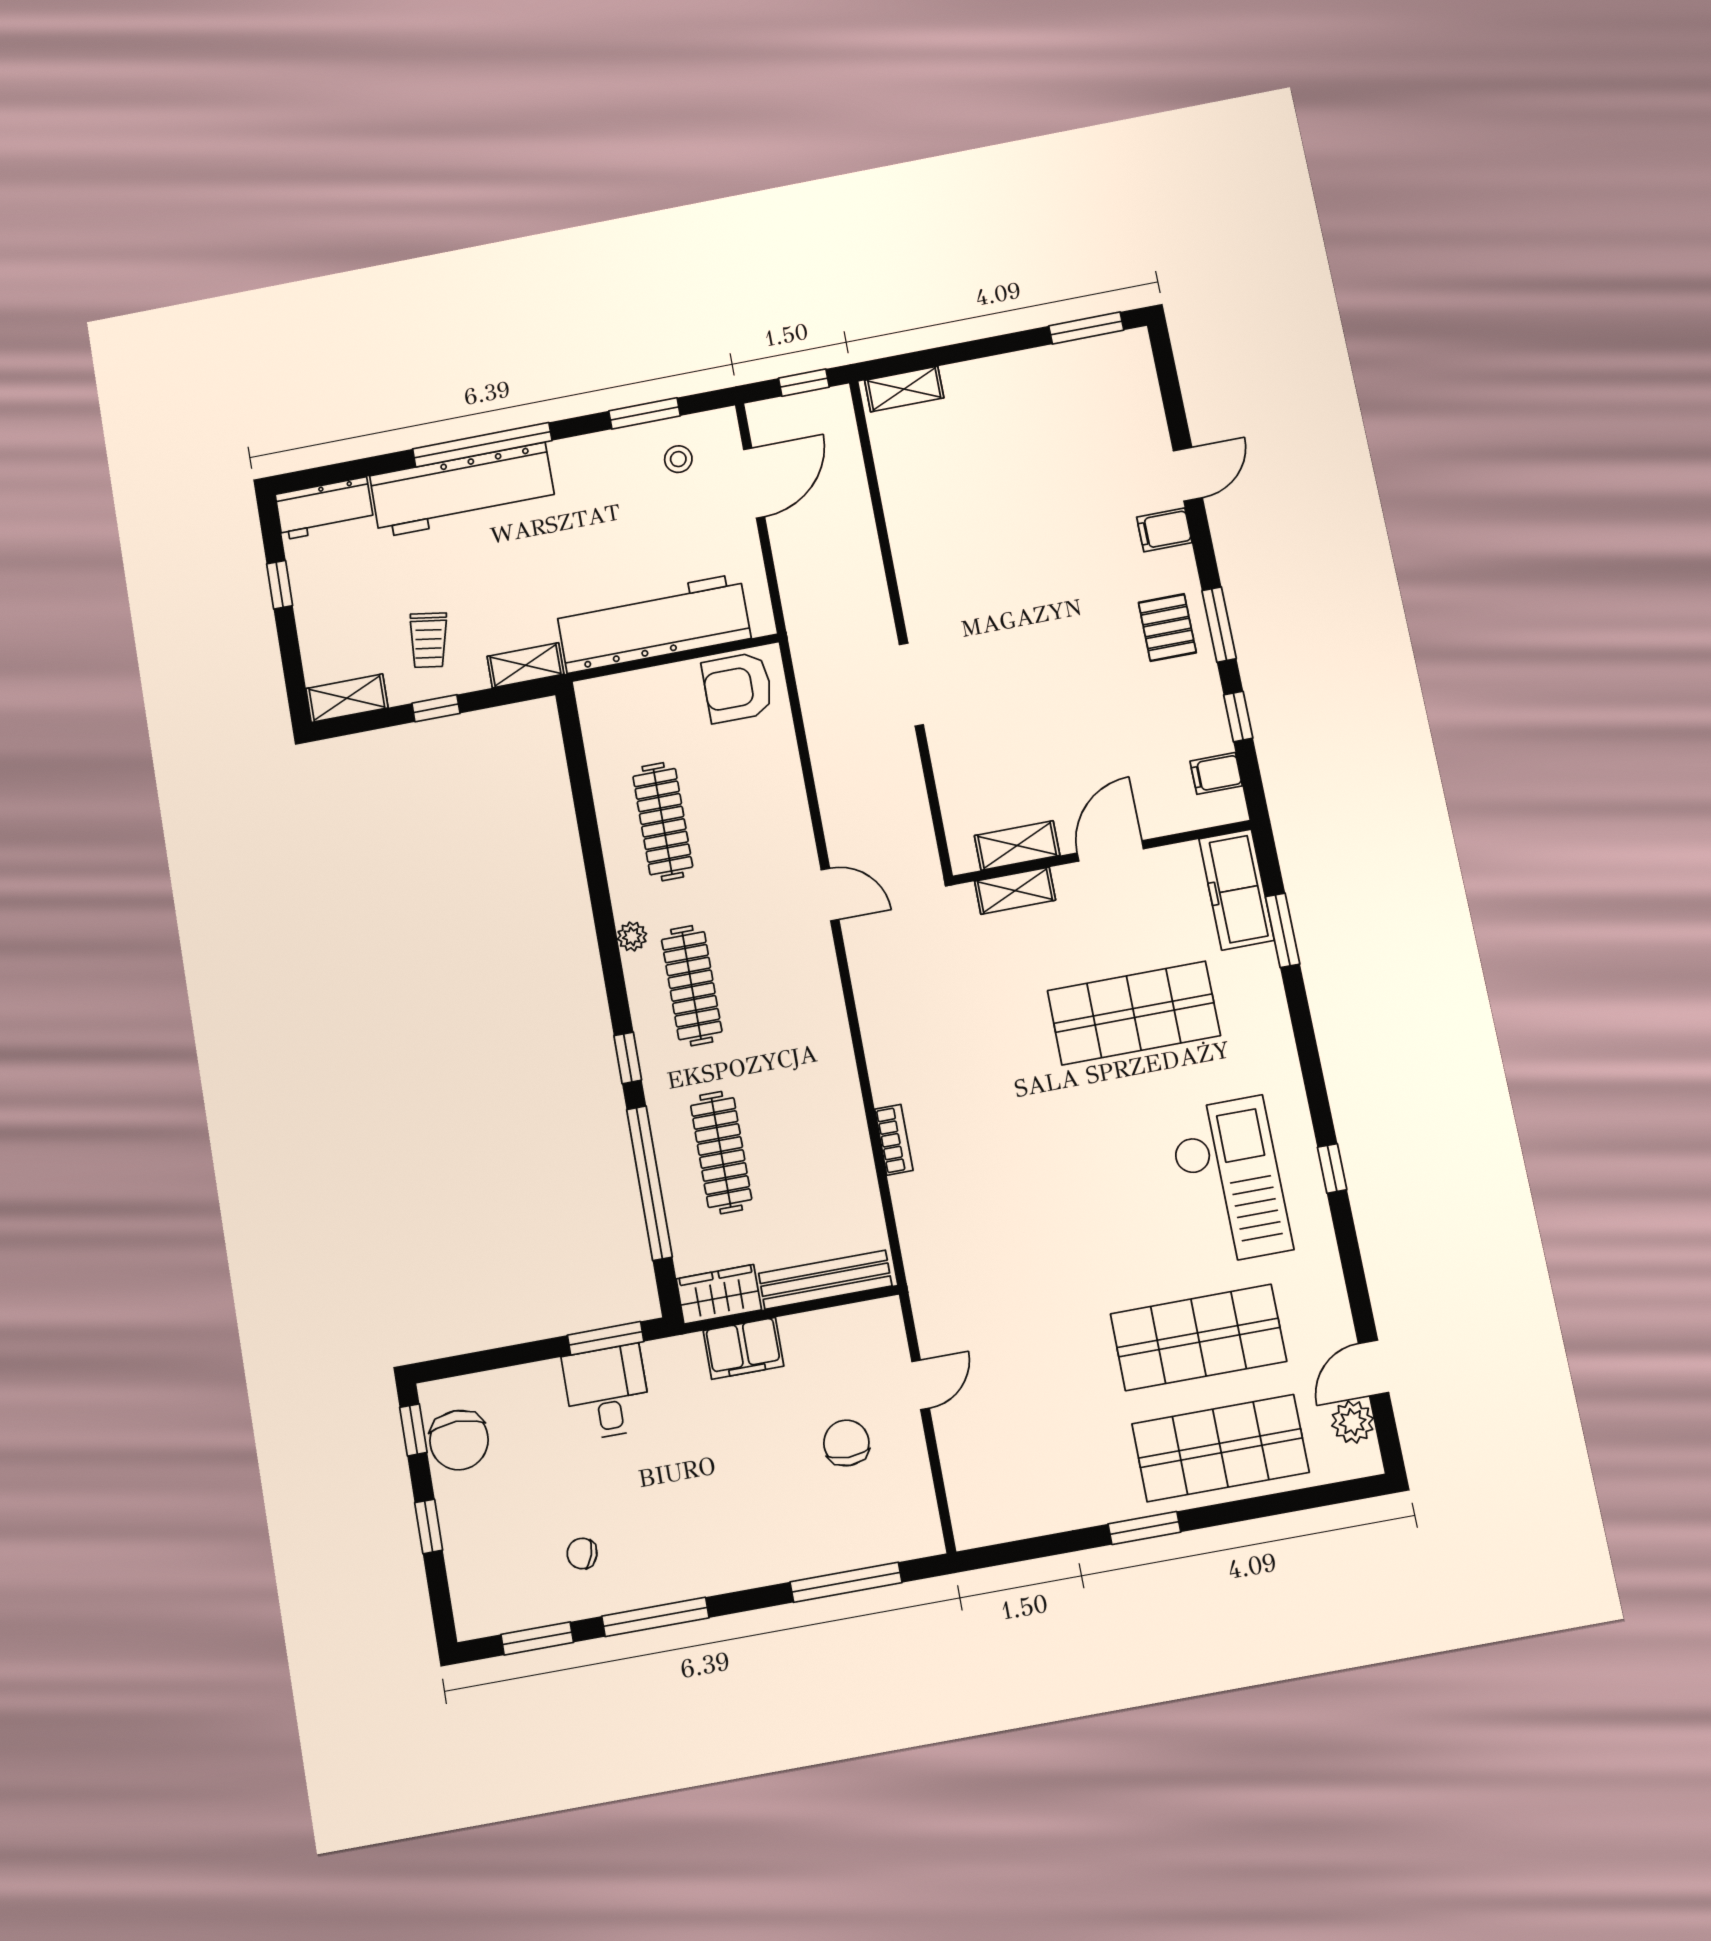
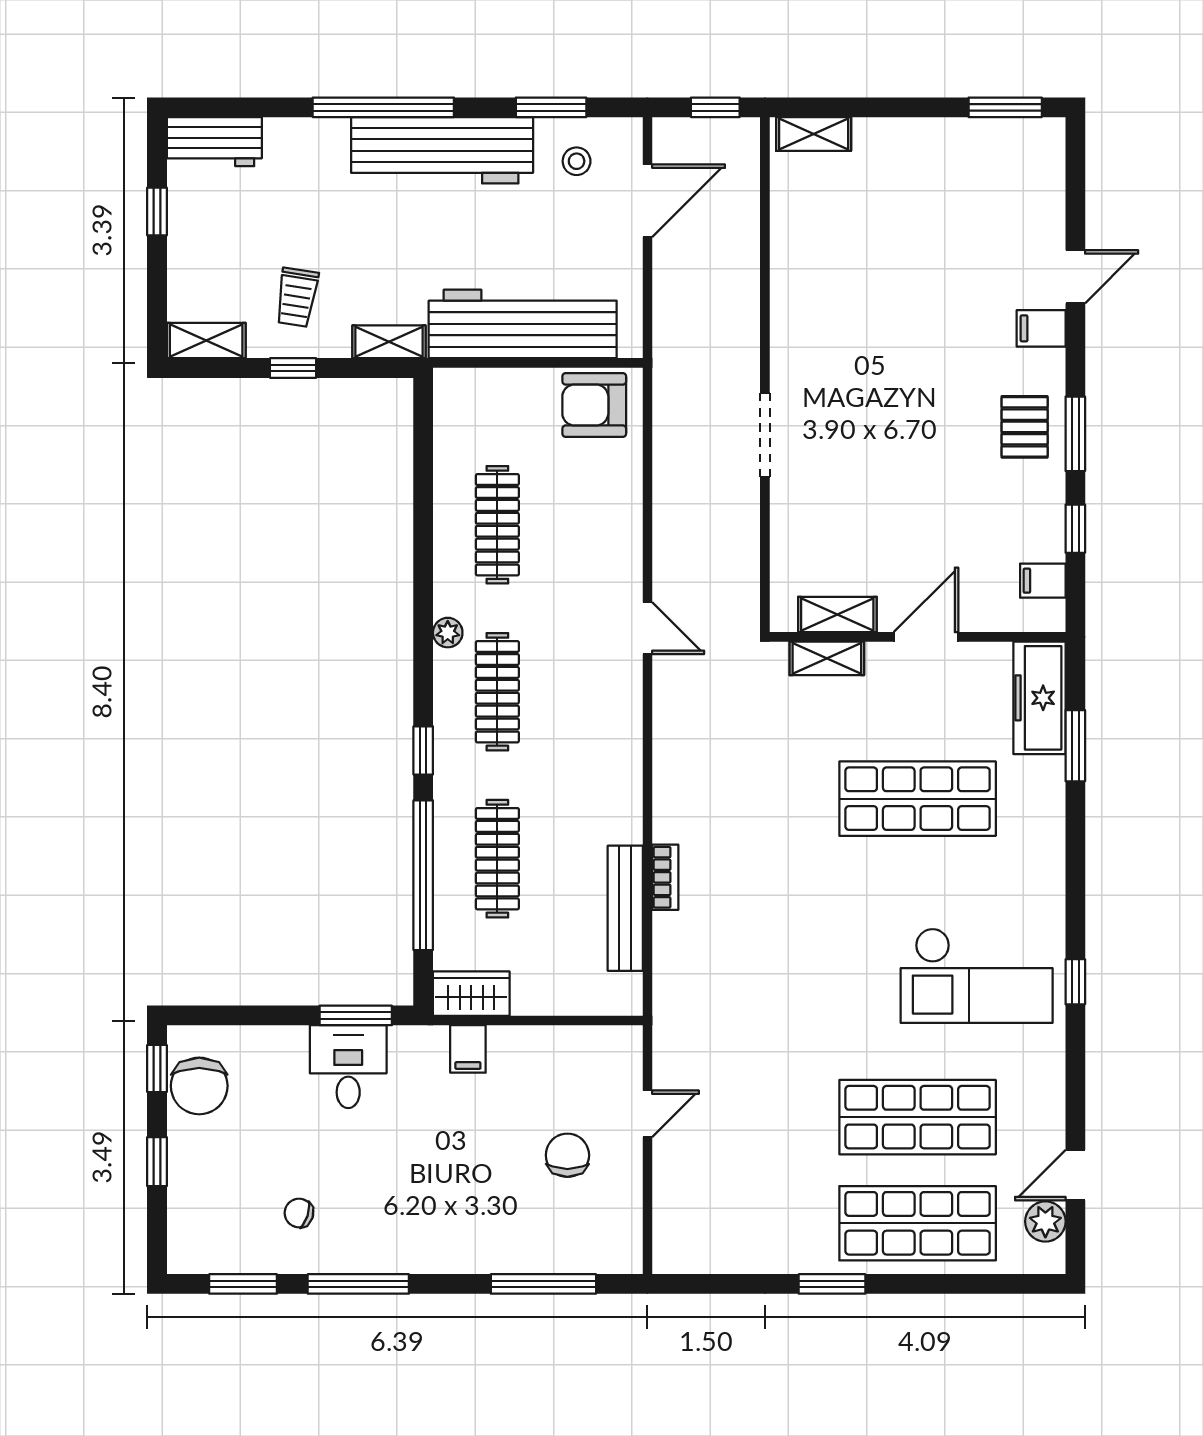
workbench: (463, 490) -> (442, 150), moved
checkout: (1230, 1181) -> (977, 976), turned 90
bench: (825, 1280) -> (625, 908), moved, turned 90
filing cabinet: (743, 1348) -> (468, 1049), width x0.50

